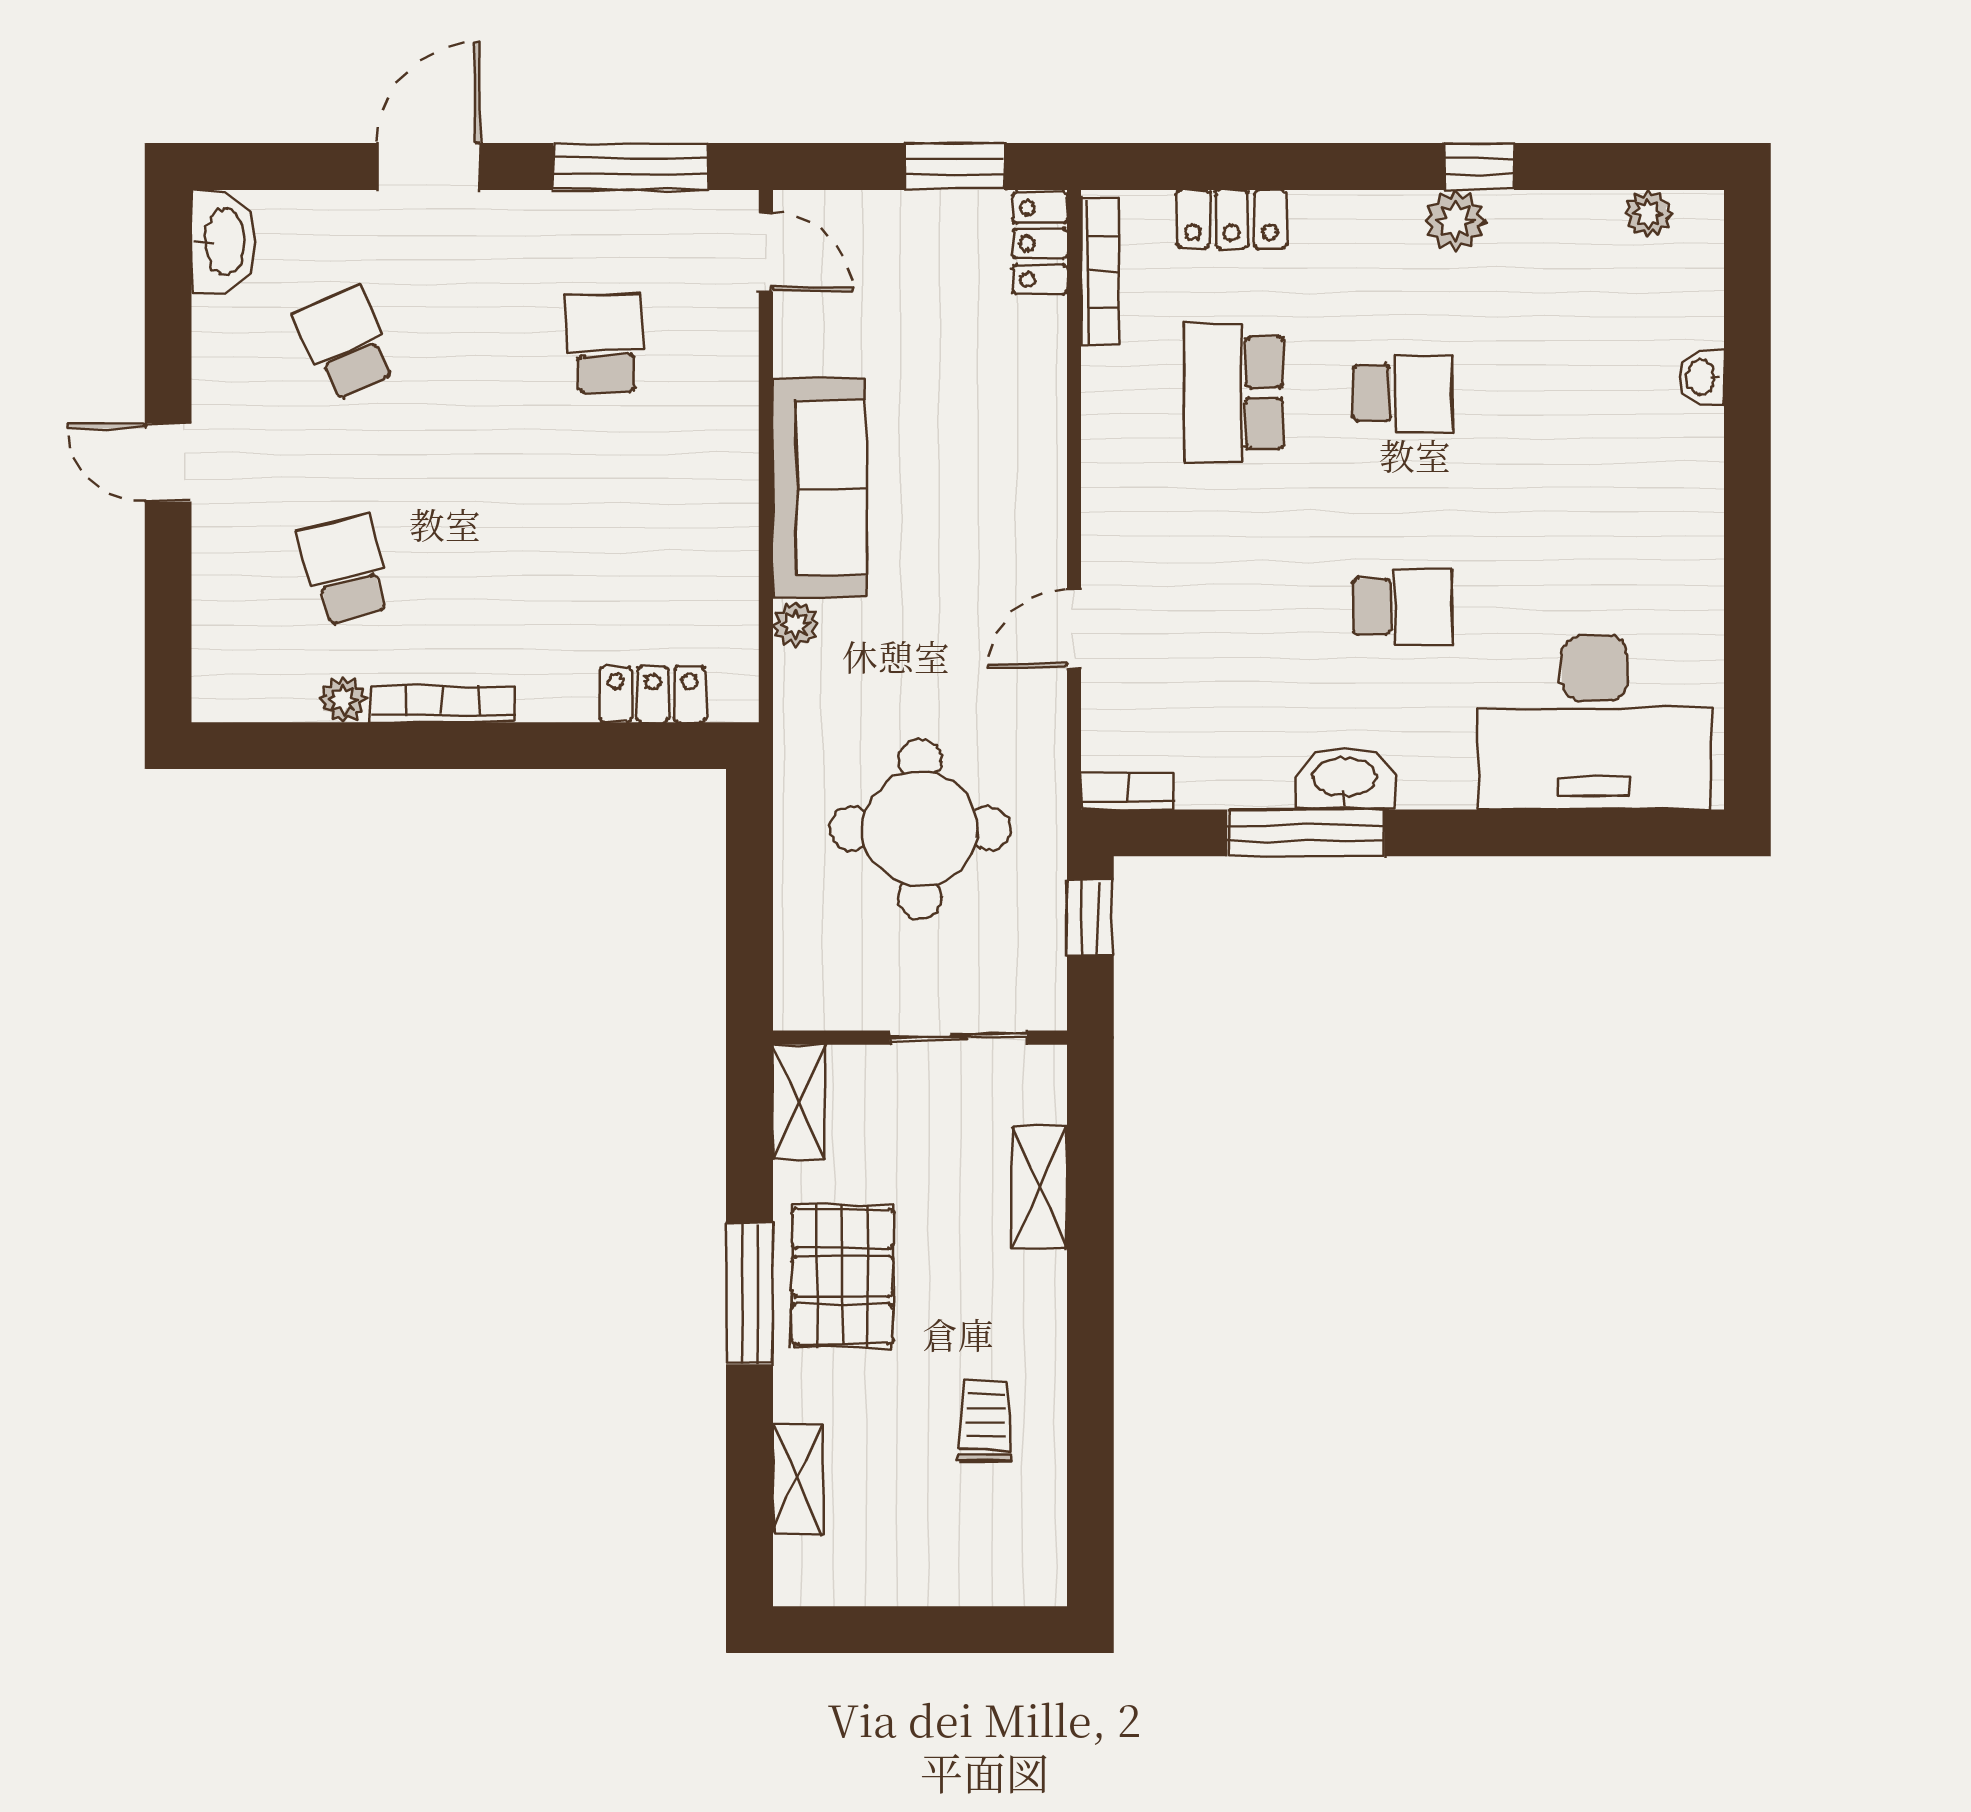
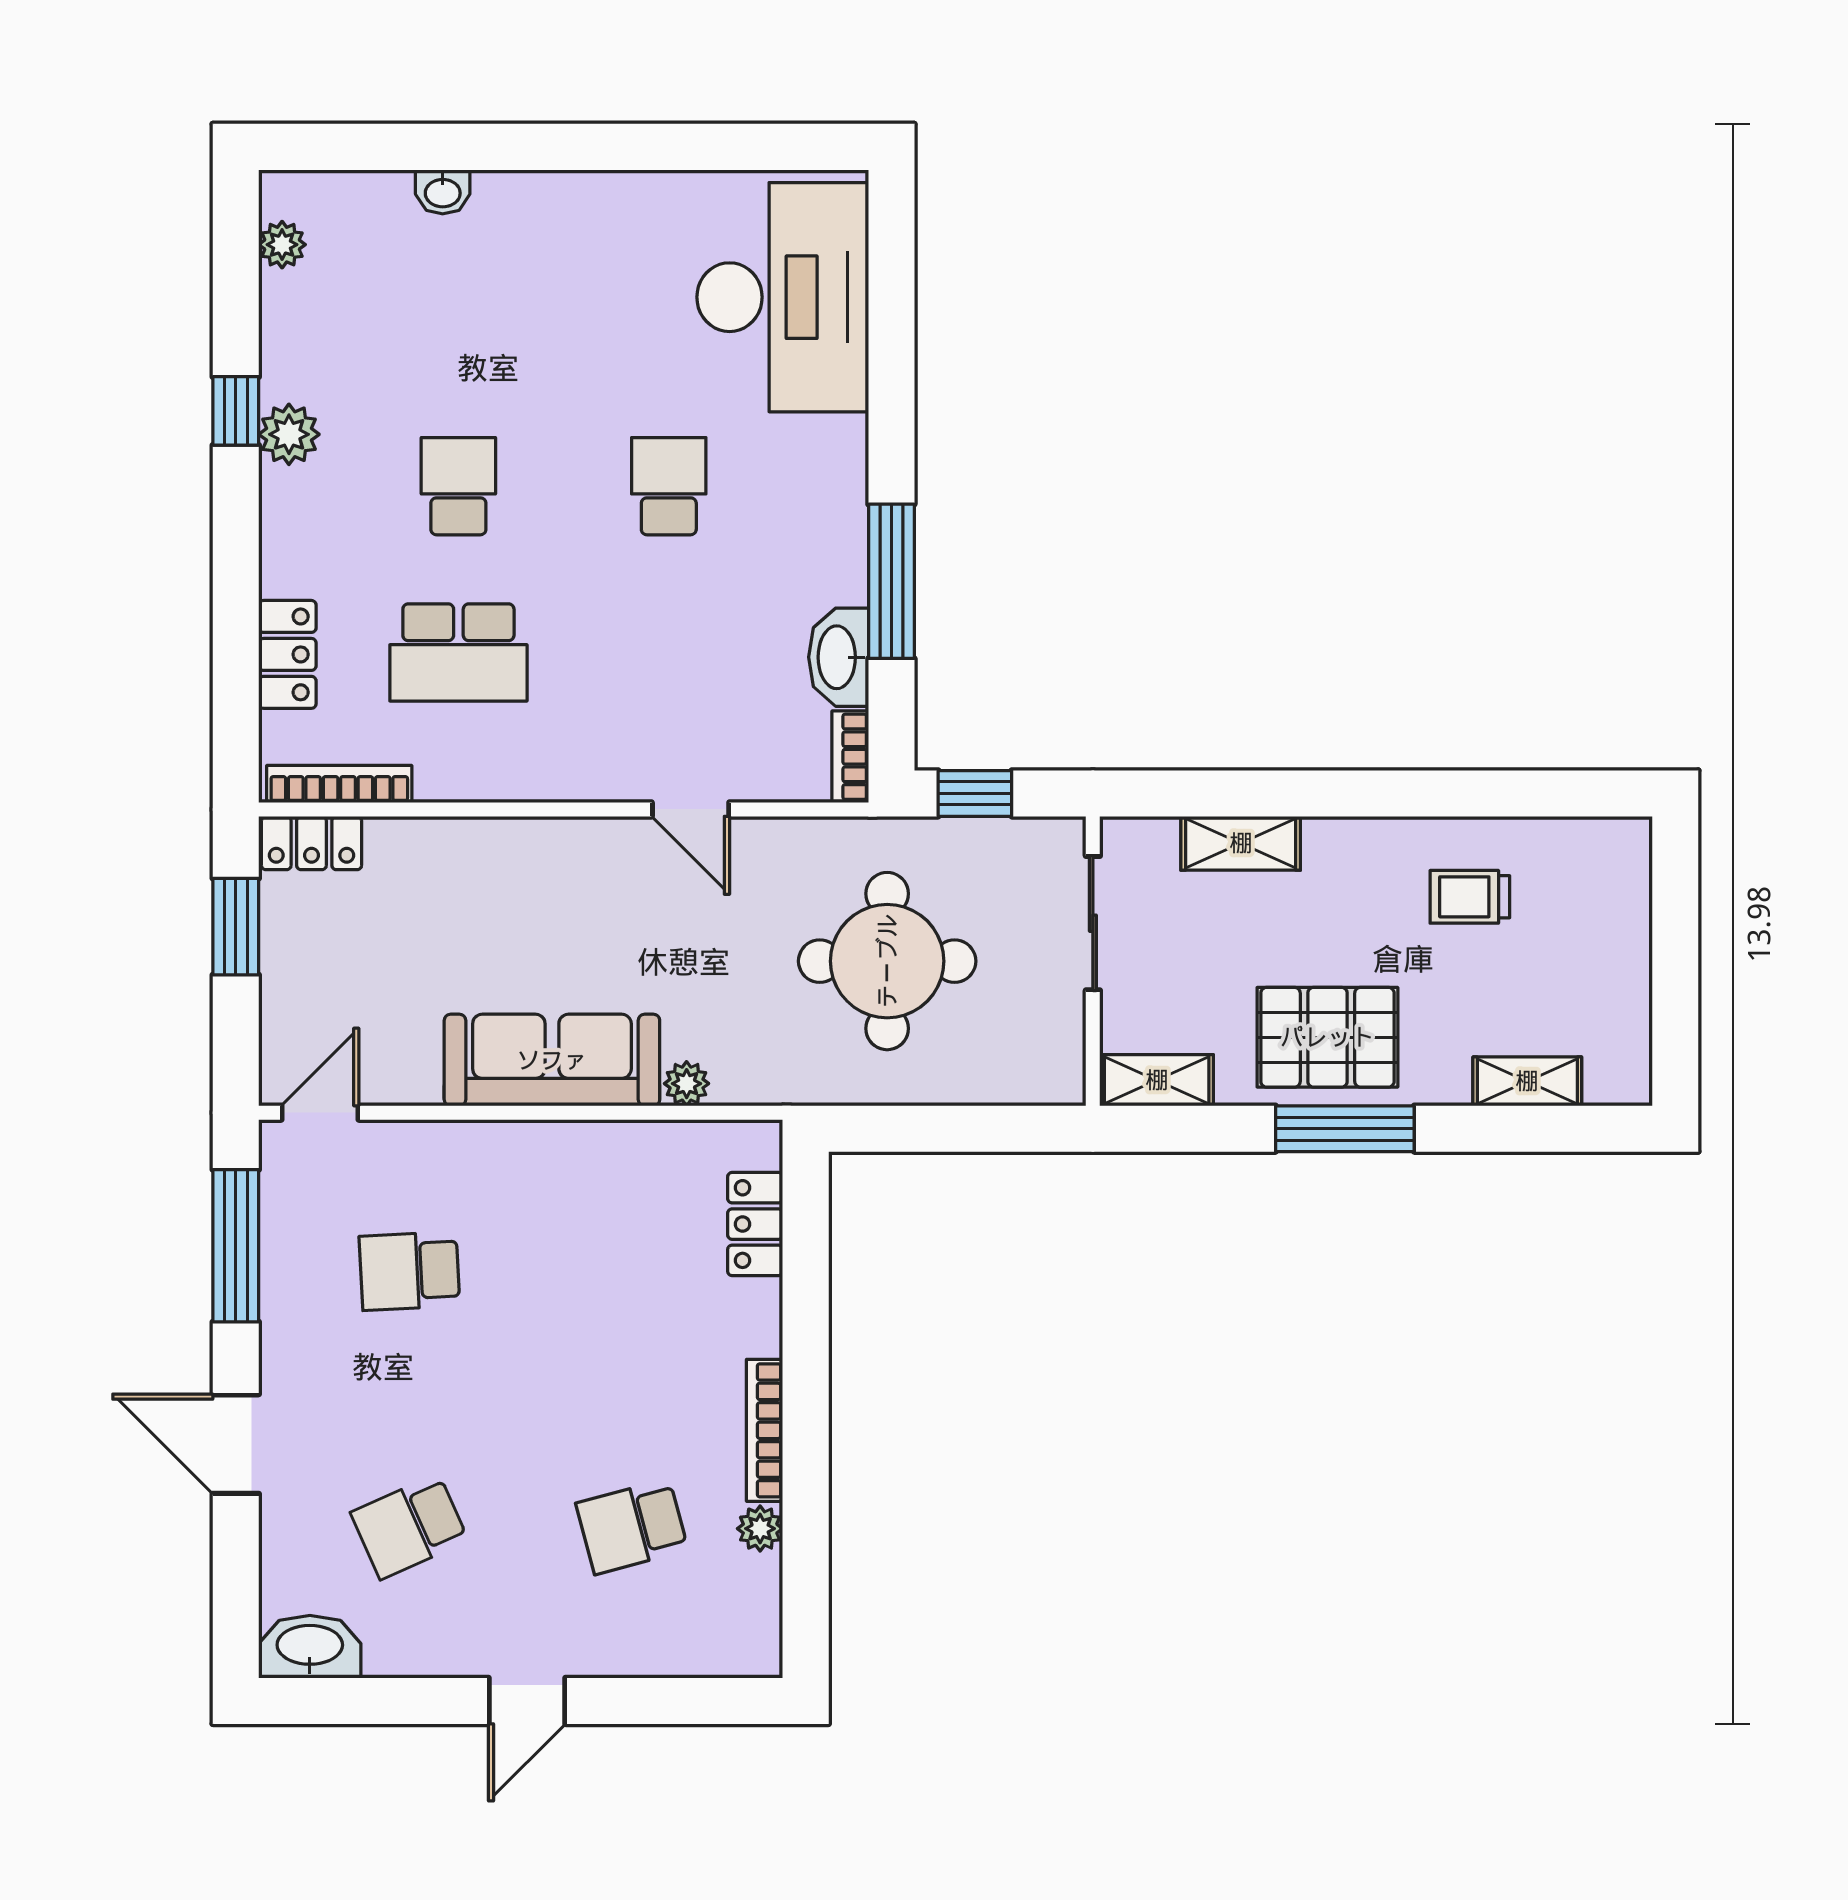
washbasin: (1345, 779) -> (839, 657), moved

